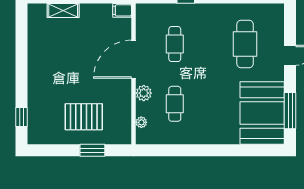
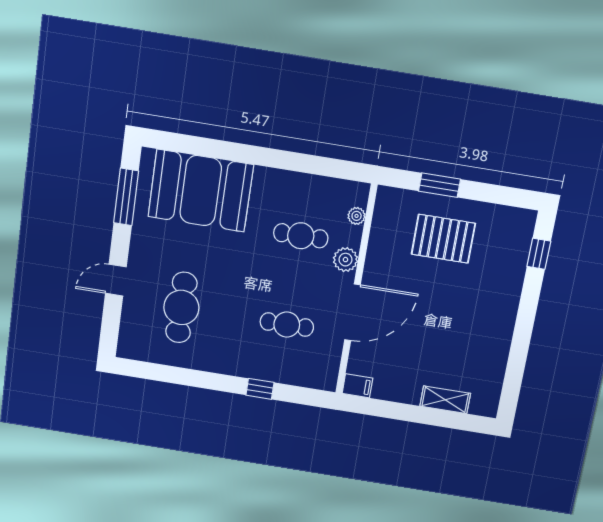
cafe table: (175, 44) -> (287, 325), turned 90
cafe table: (175, 104) -> (301, 236), turned 90
booth: (262, 113) -> (201, 191), moved, turned 90

